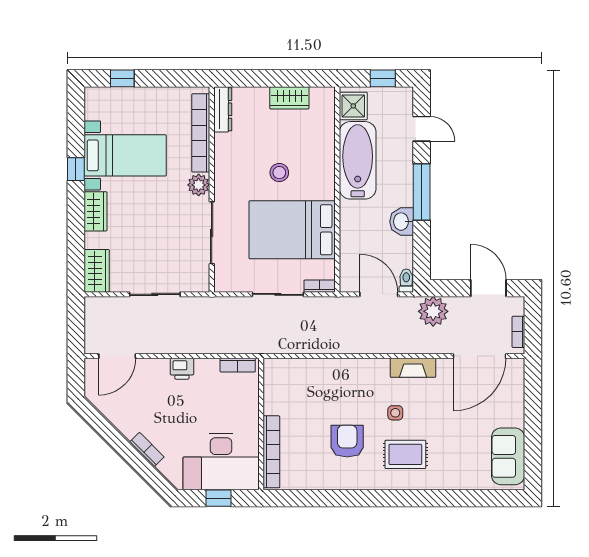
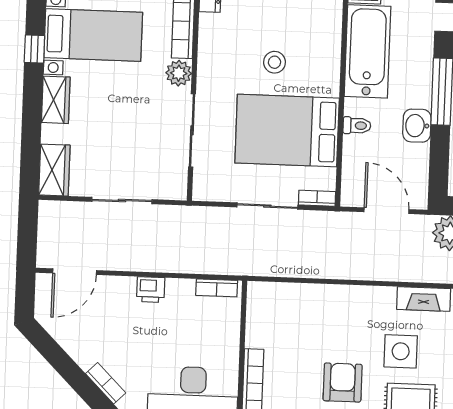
toilet: (406, 281) -> (357, 126), moved, turned 90
side table: (395, 413) -> (401, 351), width x1.87, depth x1.87

